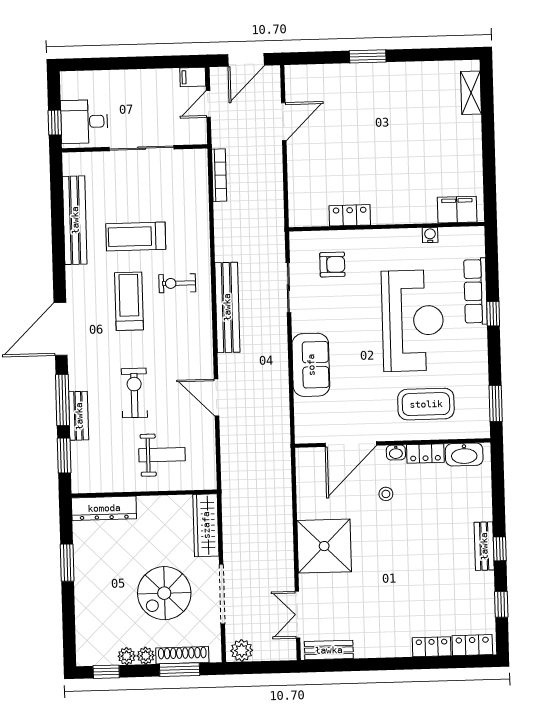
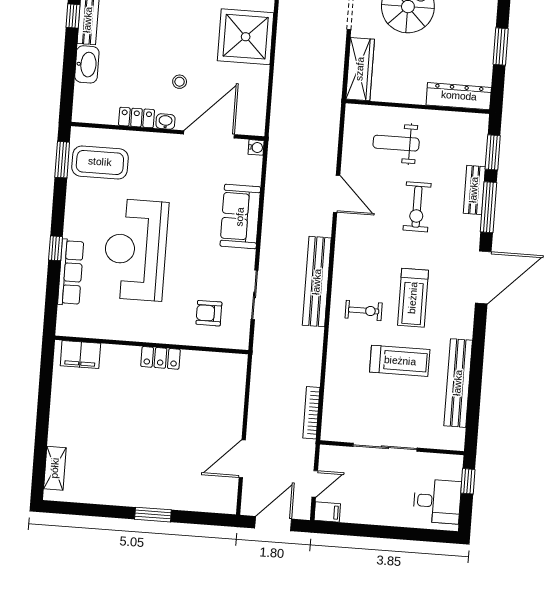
desk: (84, 122) -> (437, 501), moved
locker: (350, 215) -> (160, 358), moved
water cooler: (430, 235) -> (256, 147), moved, turned -90
coffee table: (426, 404) -> (100, 162), moved
washbasin: (464, 454) -> (87, 64), moved, turned 90

